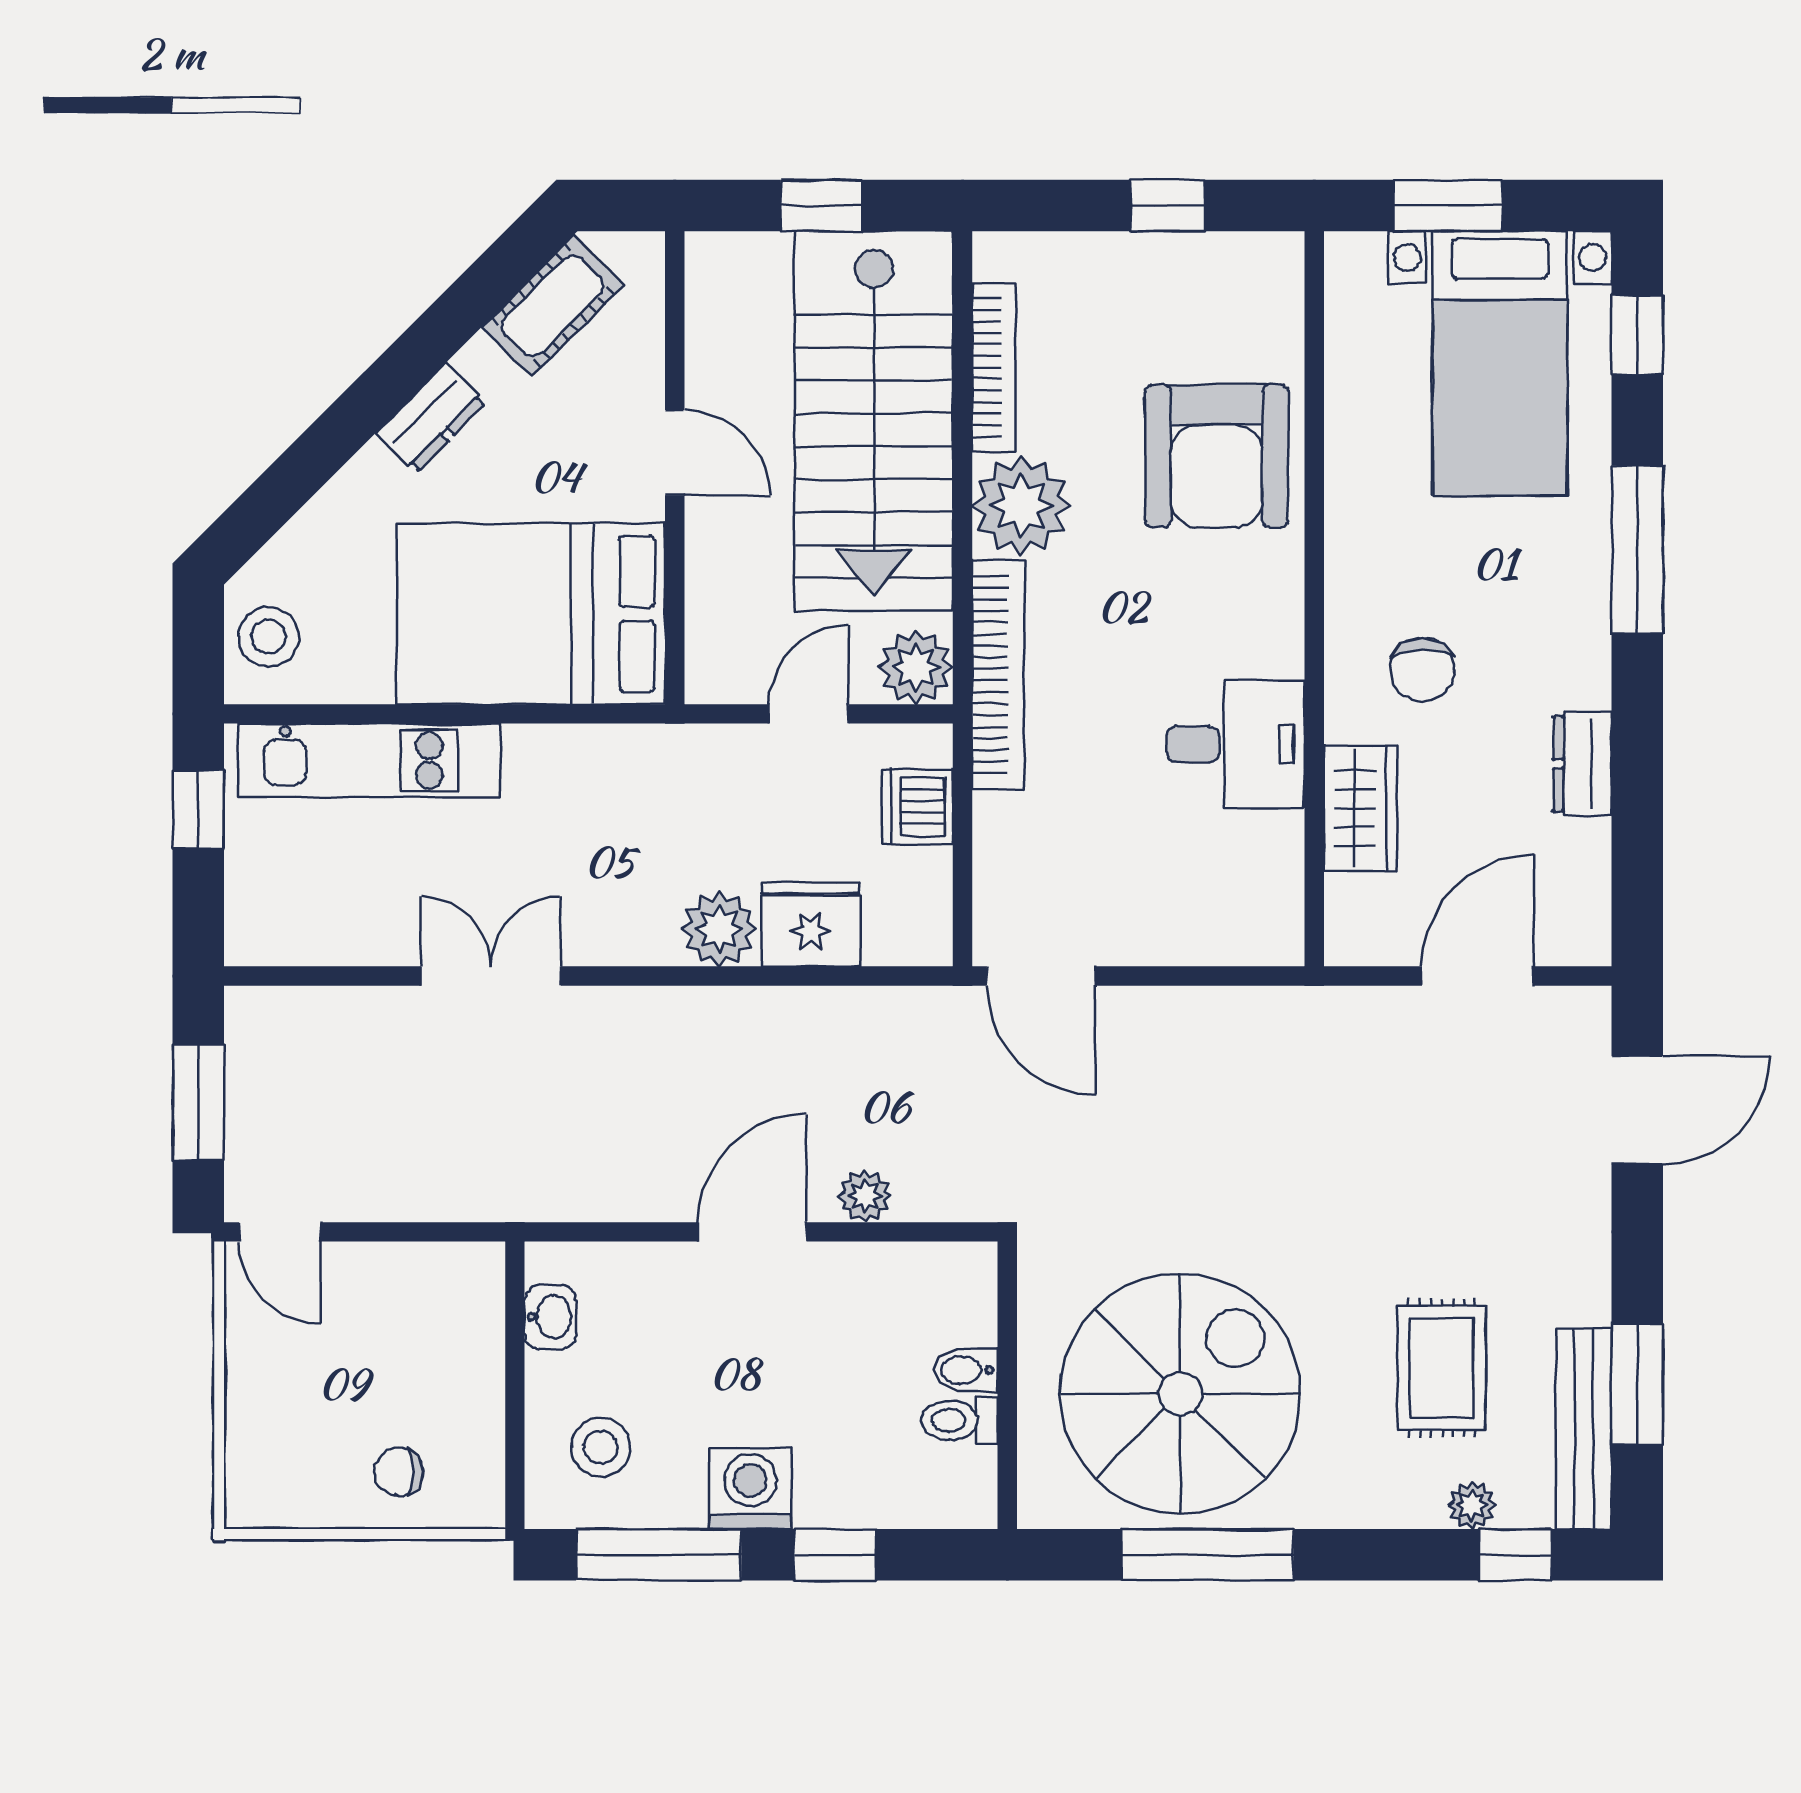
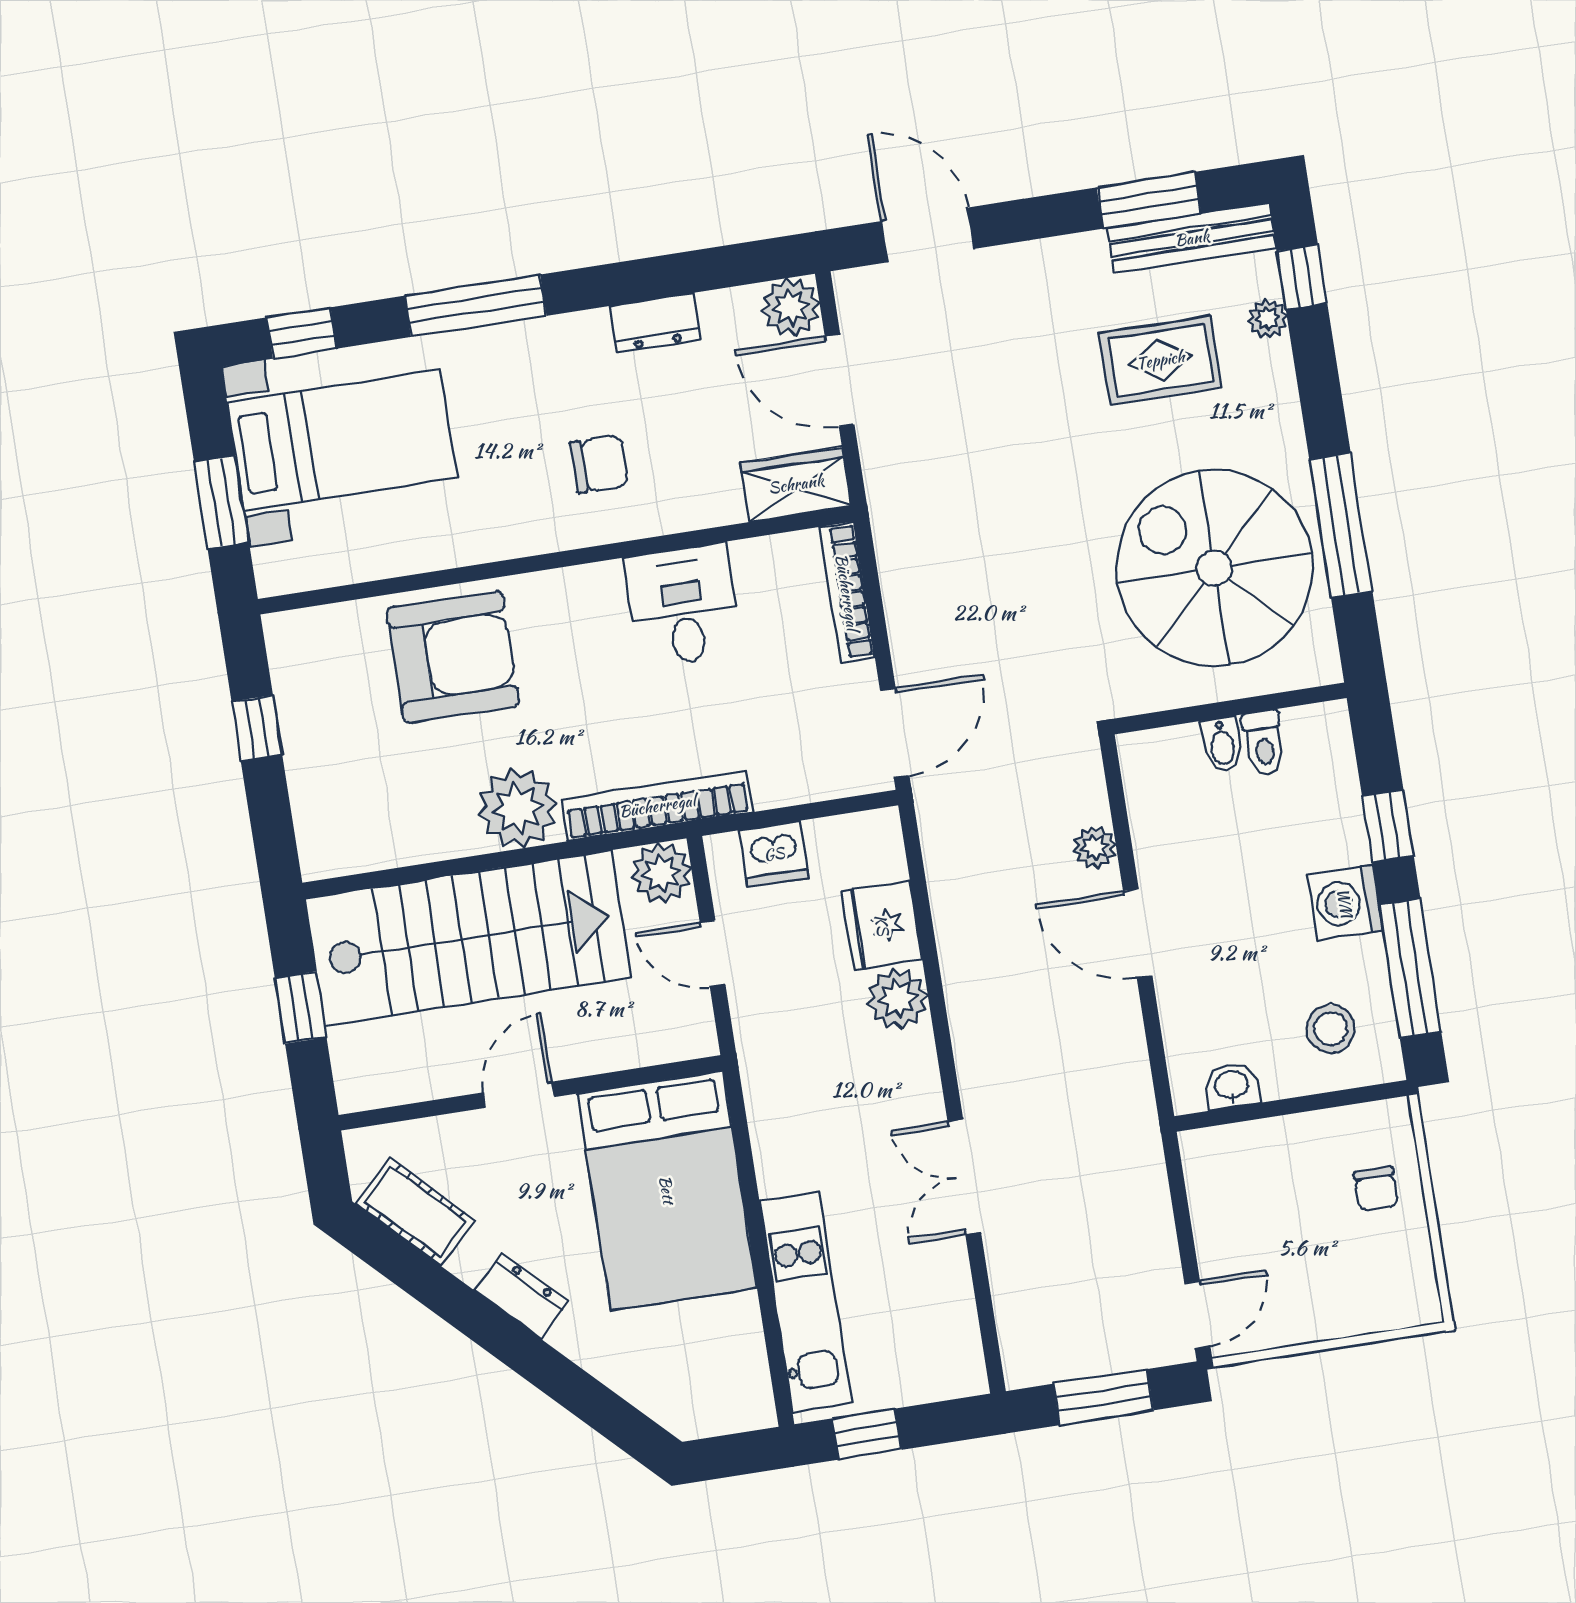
bookcase: (994, 367) -> (847, 592), moved, turned -90
stool: (268, 636) -> (718, 1399), removed
wardrobe: (1360, 808) -> (796, 484), moved
plant: (1576, 931) -> (791, 307), added

